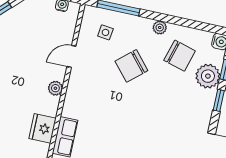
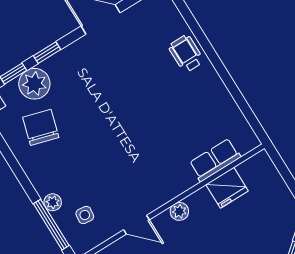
plant: (160, 28) -> (53, 202), moved
chair: (131, 66) -> (92, 162), removed

